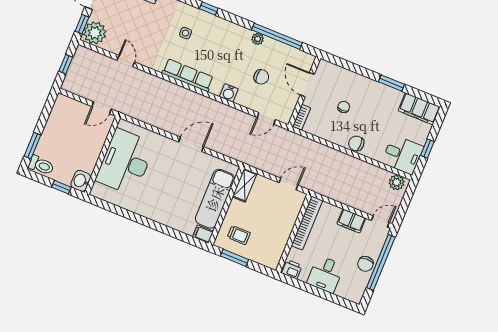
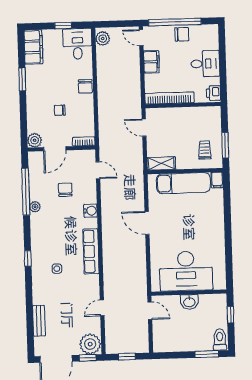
plant: (325, 68) -> (35, 140), added
washbasin: (81, 181) -> (189, 302), moved

